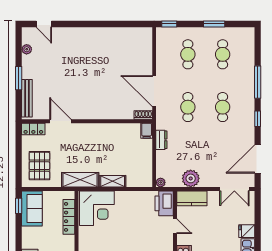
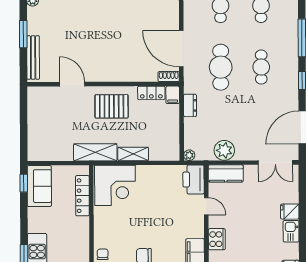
cafe table: (188, 107) -> (221, 67), width x1.37, depth x1.35
locker: (33, 129) -> (151, 93), moved
pallet: (39, 166) -> (112, 106), moved, turned 90

